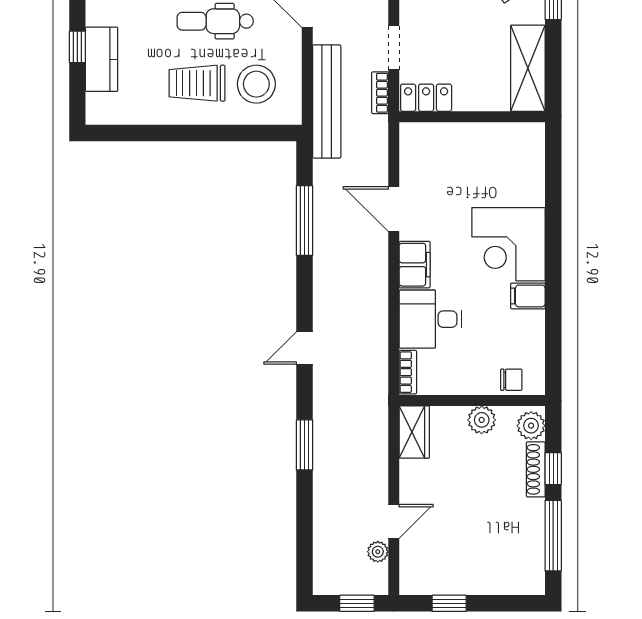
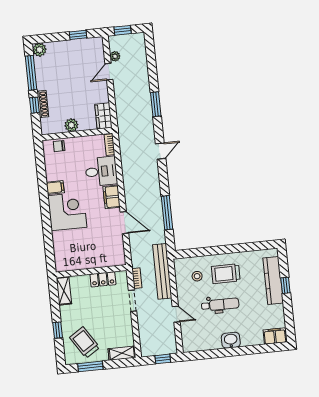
kitchen counter: (102, 59) -> (273, 280), width x1.50
shelving: (528, 68) -> (64, 291), width x0.67, depth x0.75
trolley: (197, 83) -> (226, 274), turned 180
stool: (256, 84) -> (197, 276), width x0.53, depth x0.53
locker: (426, 98) -> (103, 279), moved
plant: (531, 426) -> (39, 50), moved

